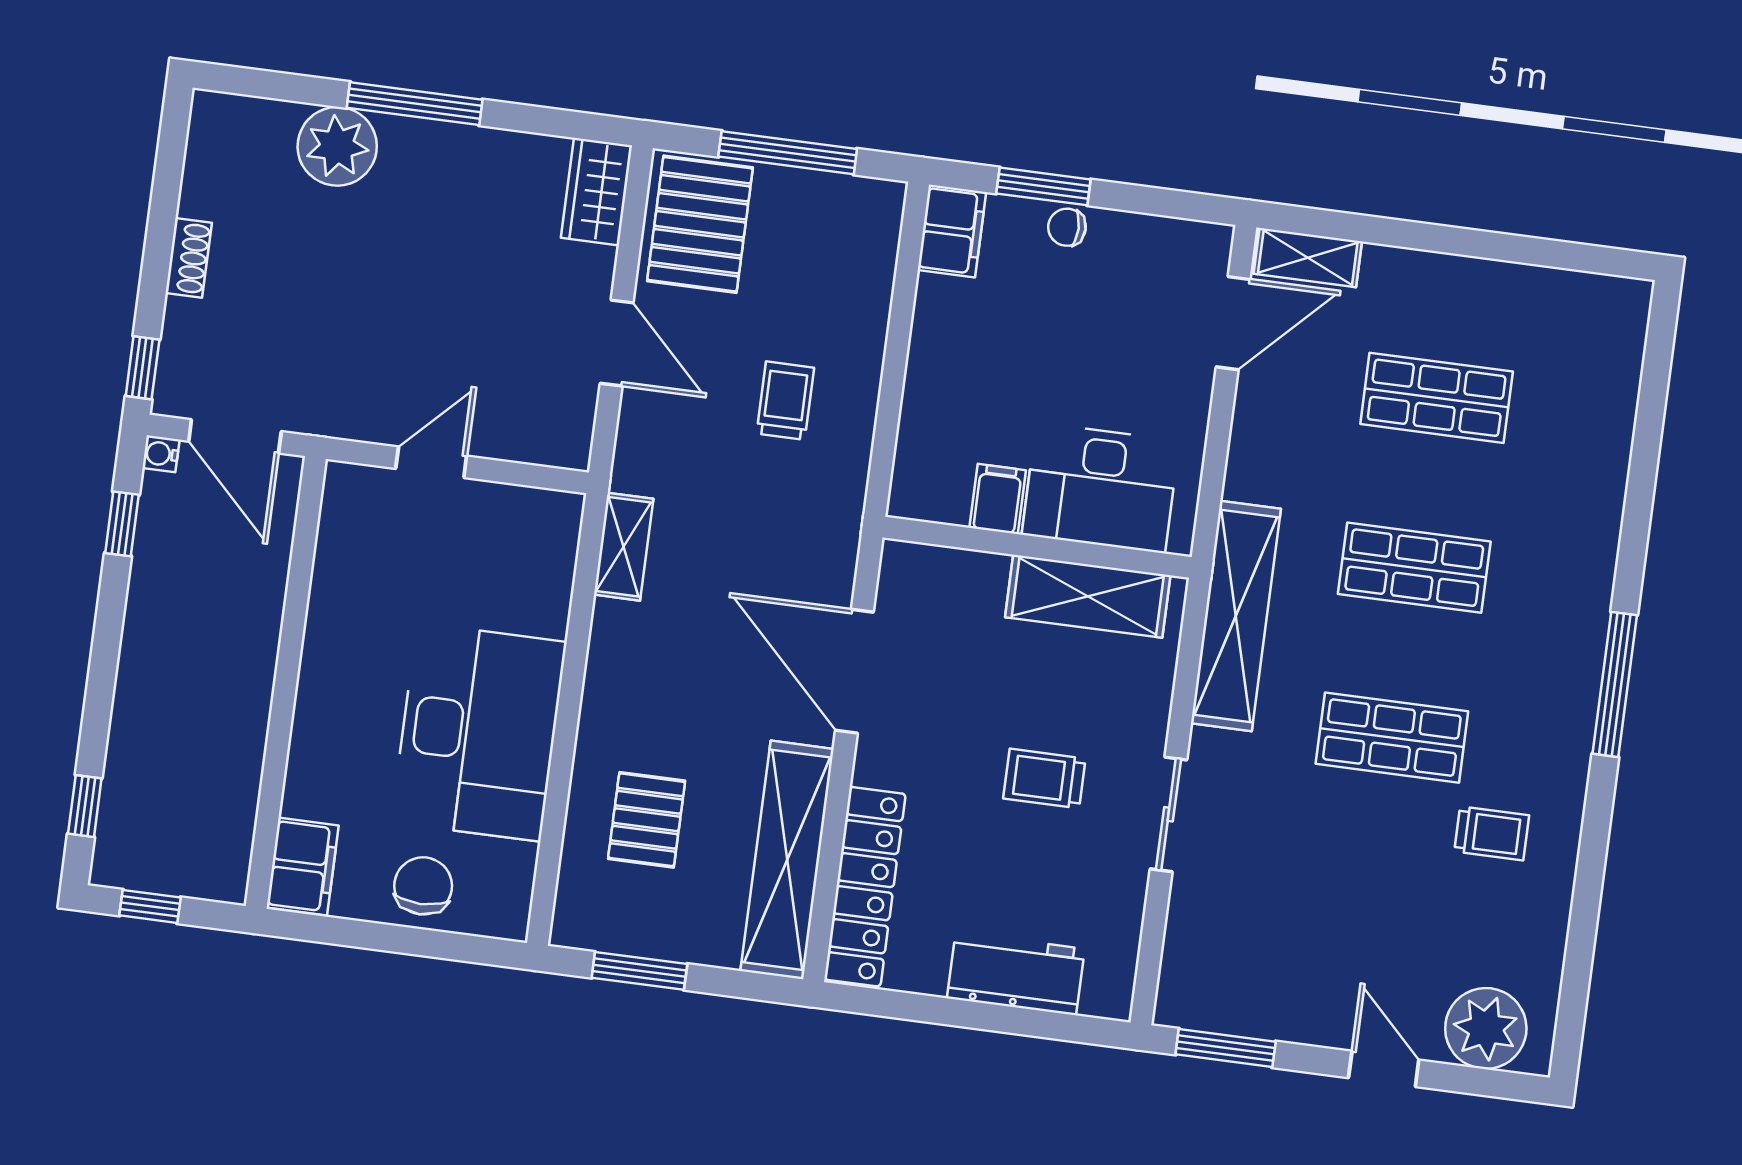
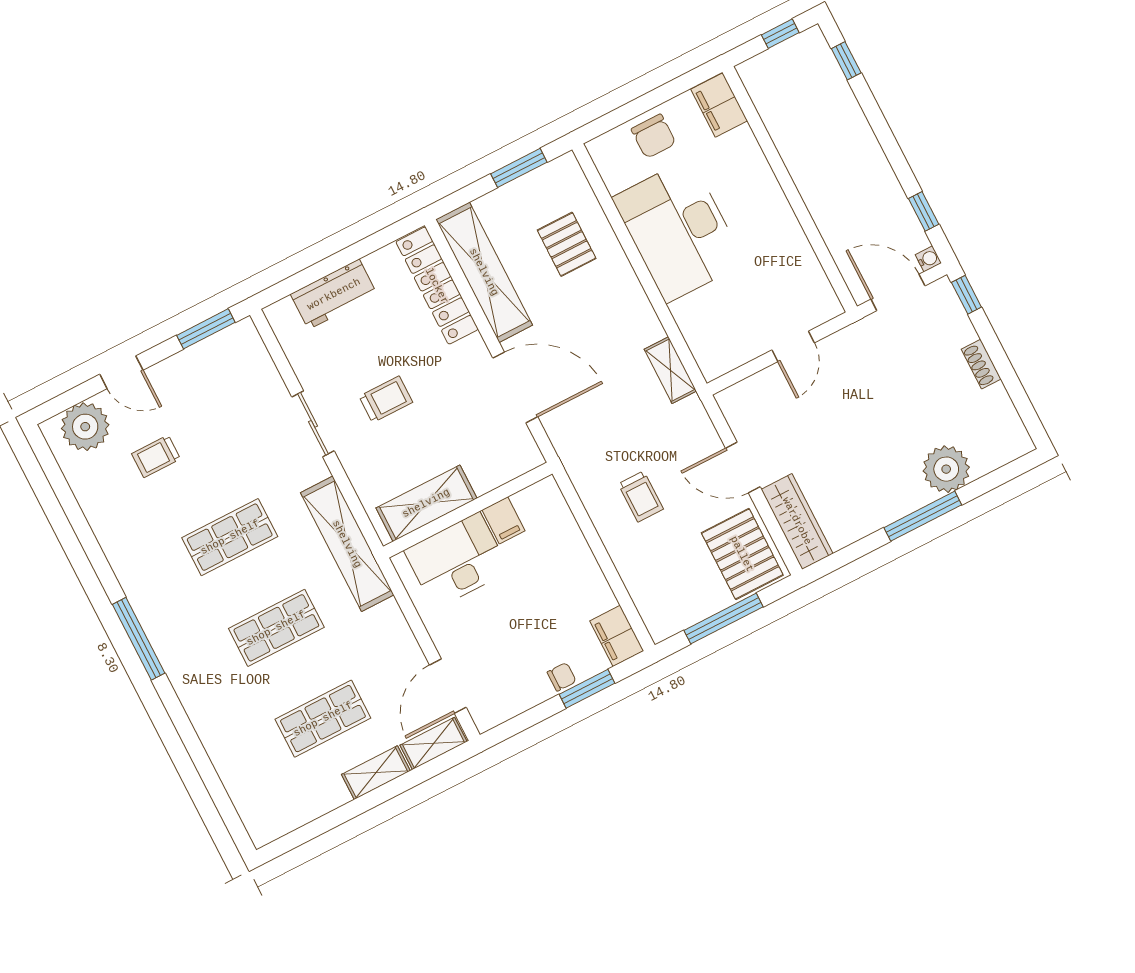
wardrobe: (597, 192) -> (797, 521), width x1.50
shelving: (1415, 272) -> (376, 773), added
trolley: (1492, 833) -> (156, 456), moved

